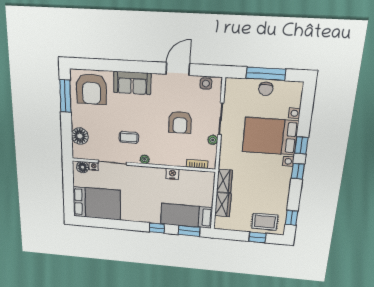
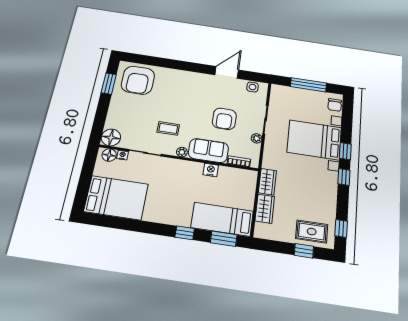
sofa: (132, 83) -> (208, 151), moved, turned 180
chair: (266, 89) -> (335, 105), moved
window: (65, 96) -> (109, 84), width x0.69
floor lamp: (80, 136) -> (111, 137), moved

